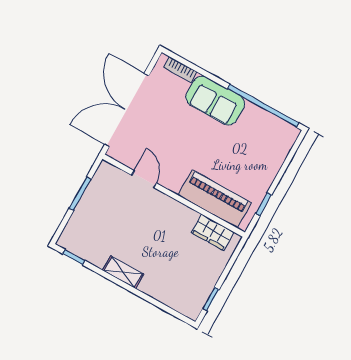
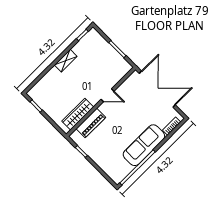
sofa: (215, 101) -> (144, 145), width x1.36
door: (144, 179) -> (108, 95), moved
piano: (215, 199) -> (91, 123), width x0.73, depth x0.75
wardrobe: (213, 232) -> (78, 114), width x1.50

